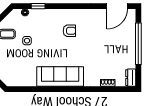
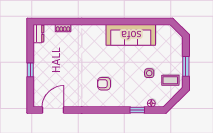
window: (138, 44) -> (30, 70), width x0.32
sofa: (60, 77) -> (131, 35), moved

